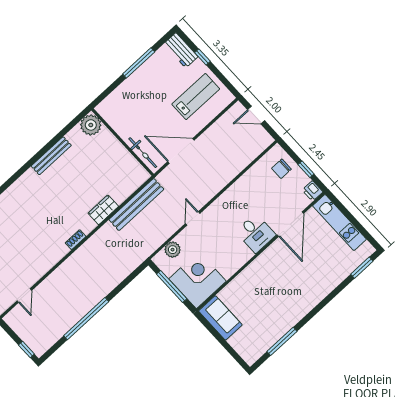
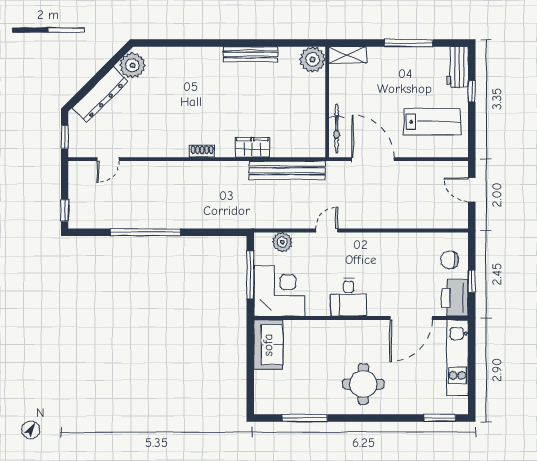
shelving: (109, 103) -> (347, 55), added
printer: (312, 191) -> (455, 298), width x1.87, depth x1.48
desk: (256, 233) -> (349, 297), moved
round table: (298, 289) -> (363, 384), added

